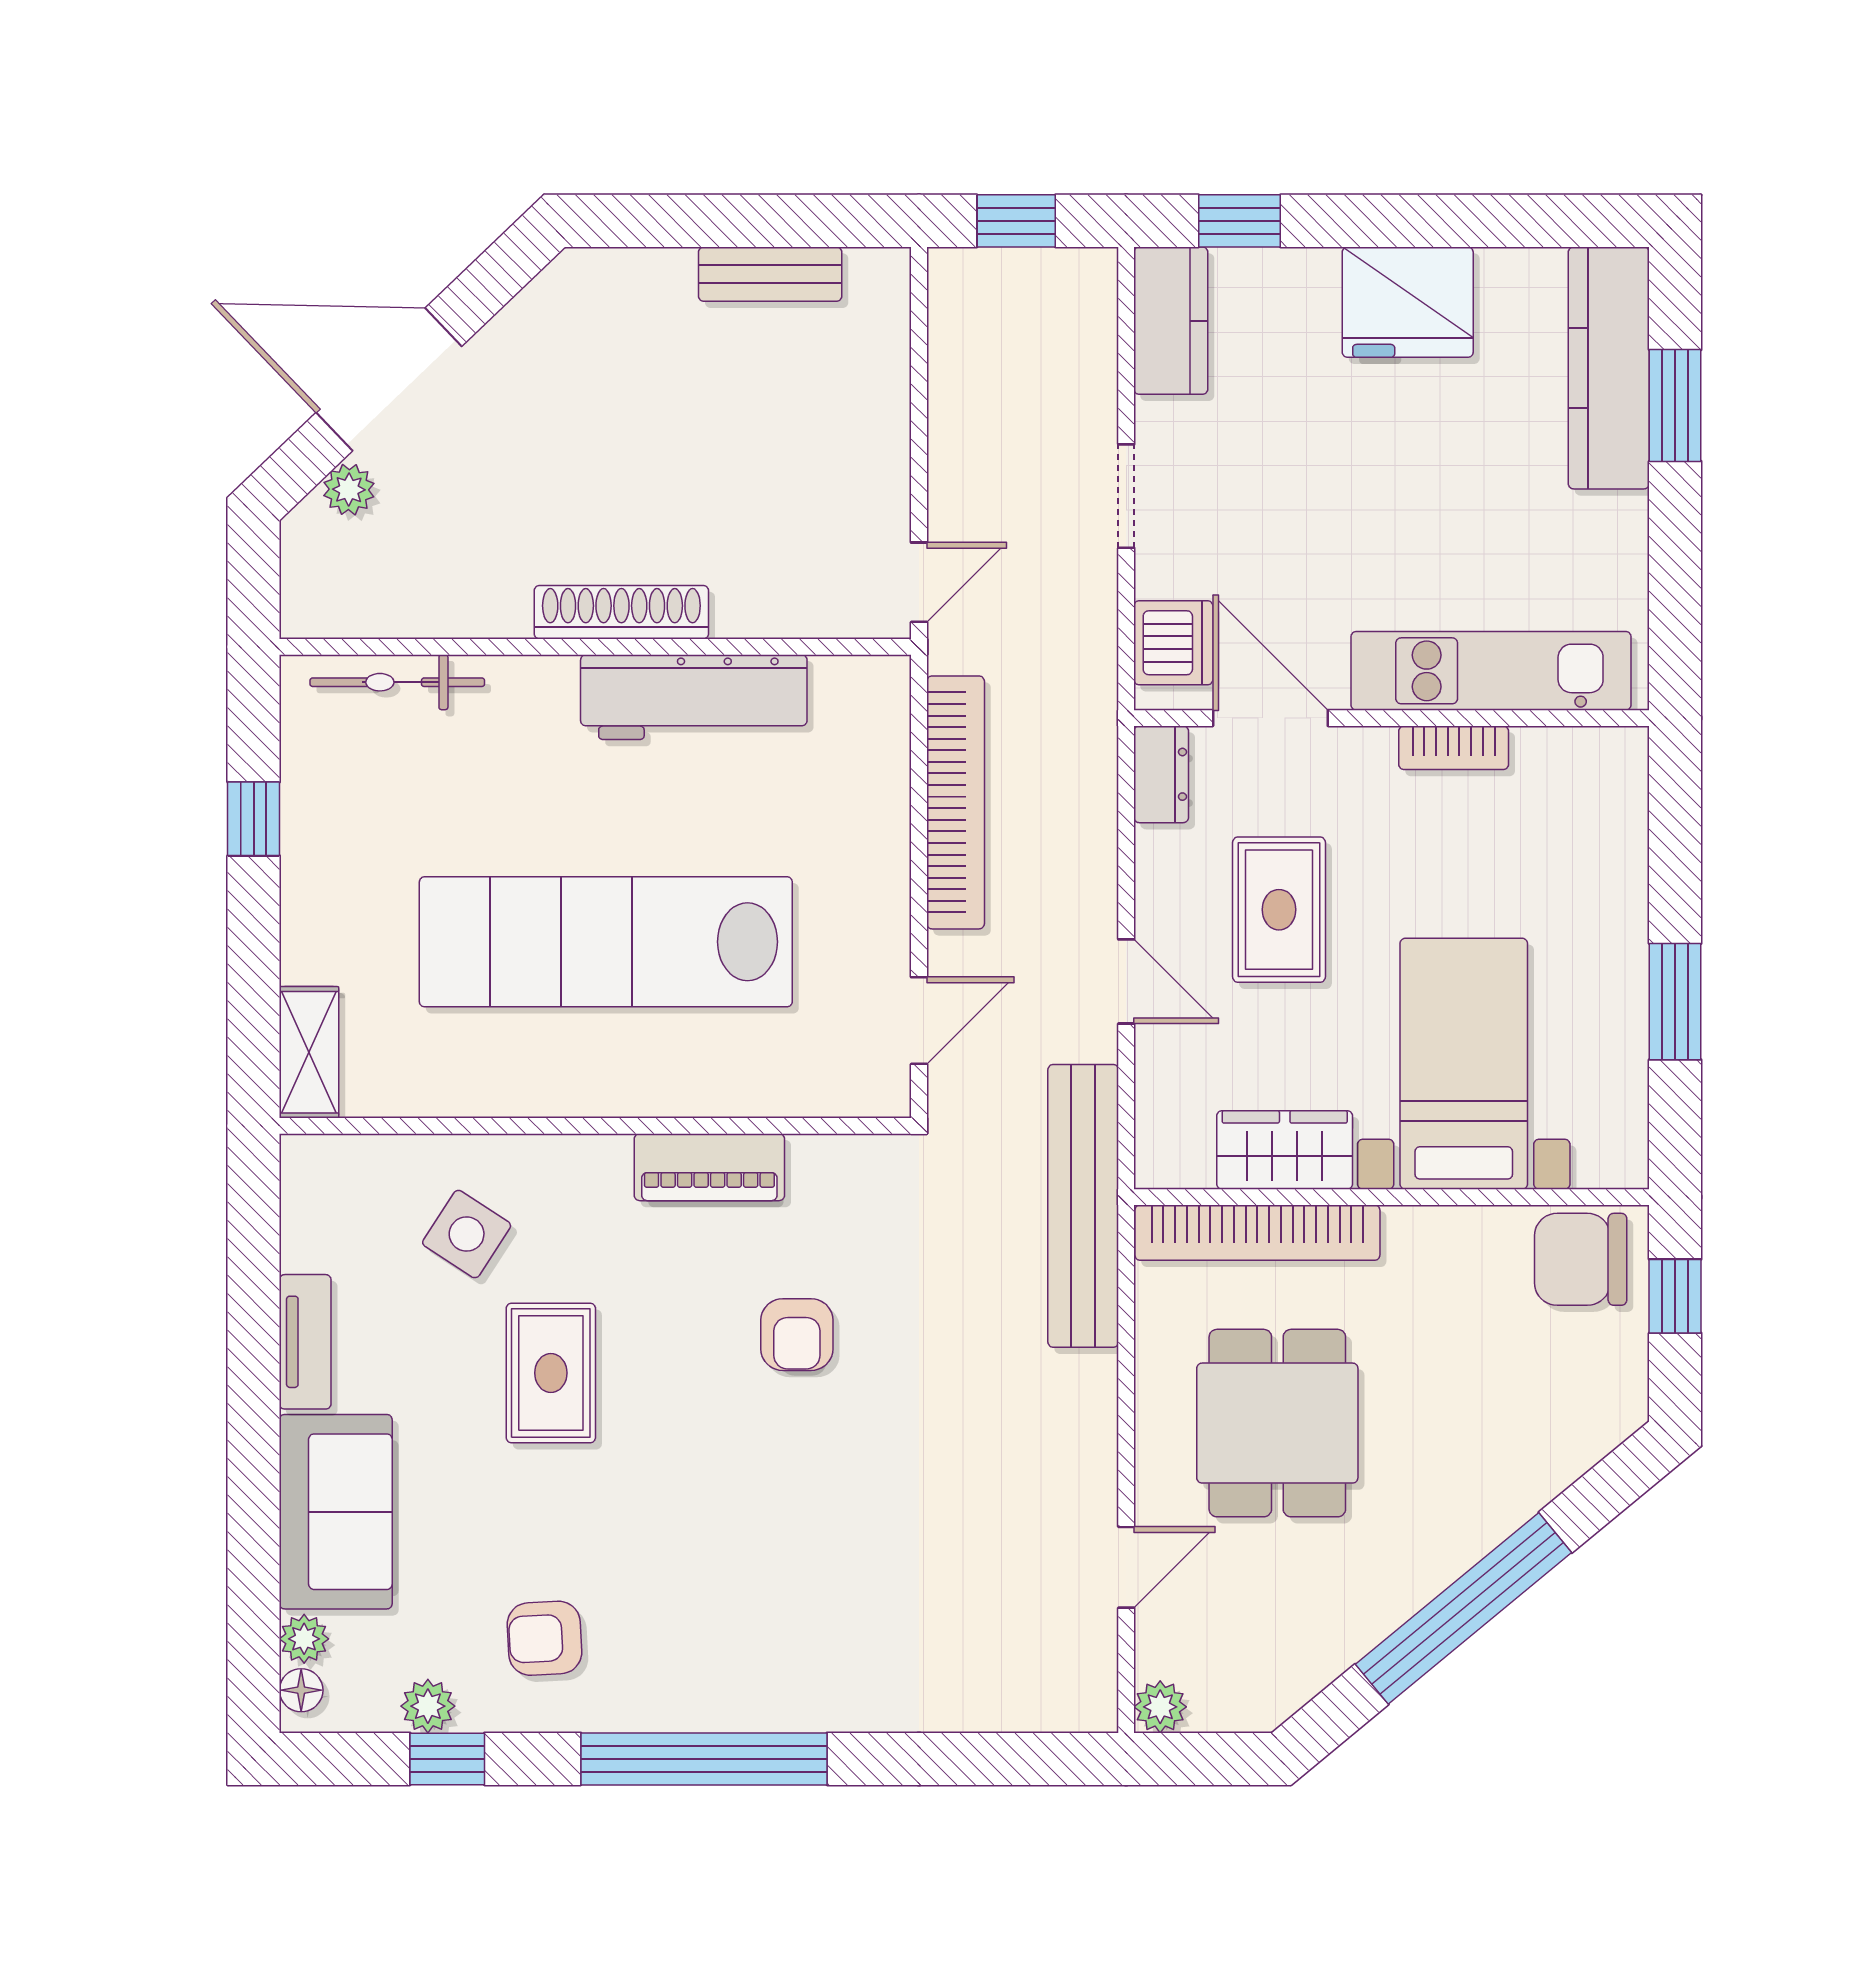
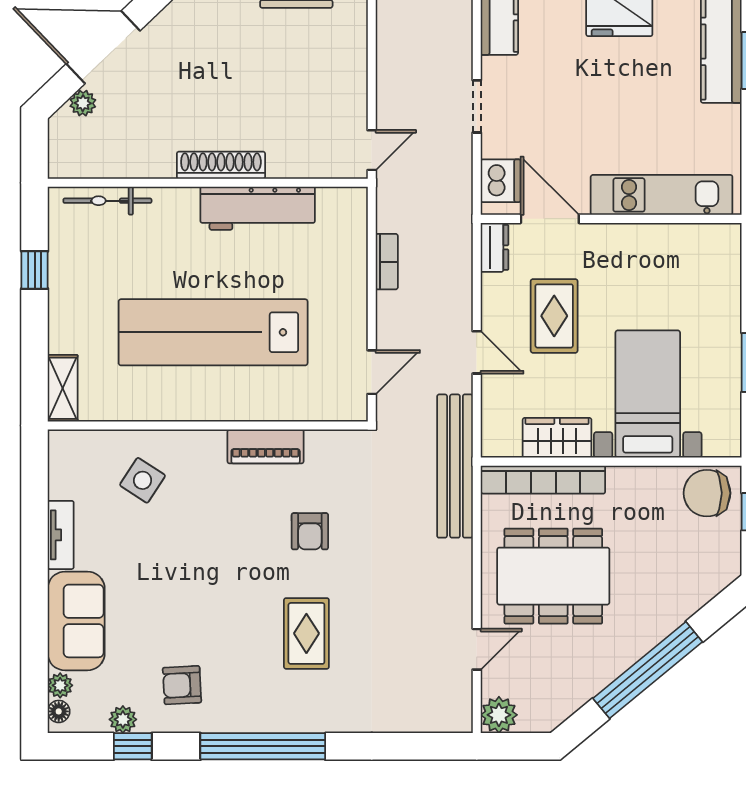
bookcase: (1454, 748) -> (643, 234), removed
bookcase: (956, 802) -> (387, 262), width x0.43, depth x0.76
rug: (551, 1373) -> (306, 633), moved
dining table: (1277, 1423) -> (553, 576), width x1.38
plant: (1160, 1707) -> (499, 715), width x1.38, depth x1.38

